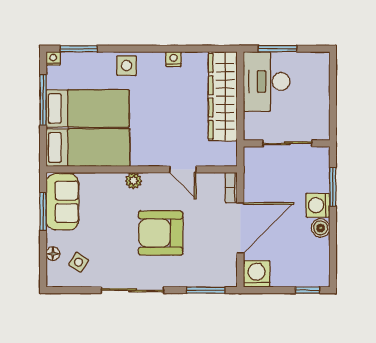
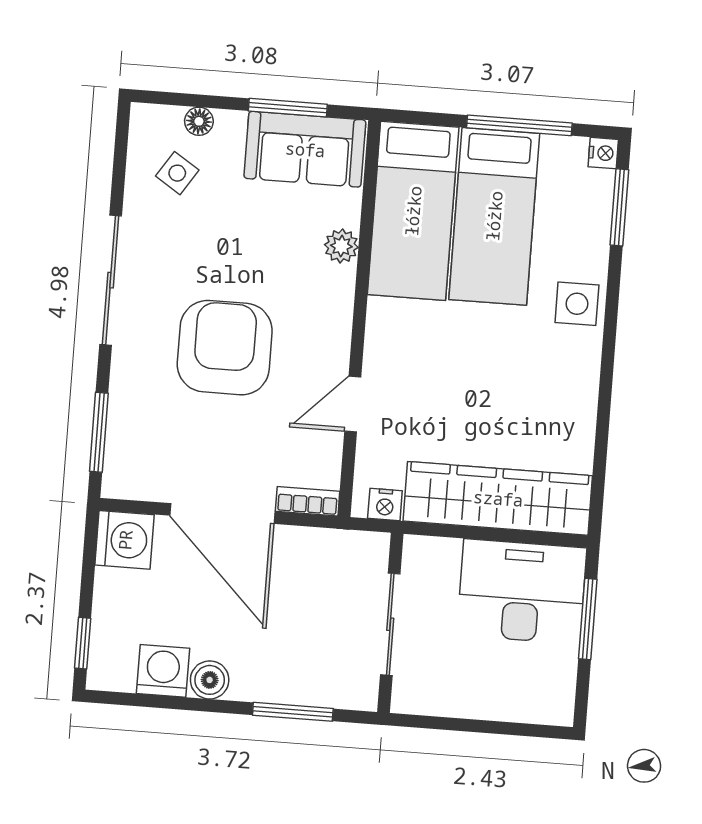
nightstand: (173, 59) -> (385, 505), moved, turned 90
plant: (134, 181) -> (341, 246), moved
washing machine: (318, 205) -> (163, 671), moved

